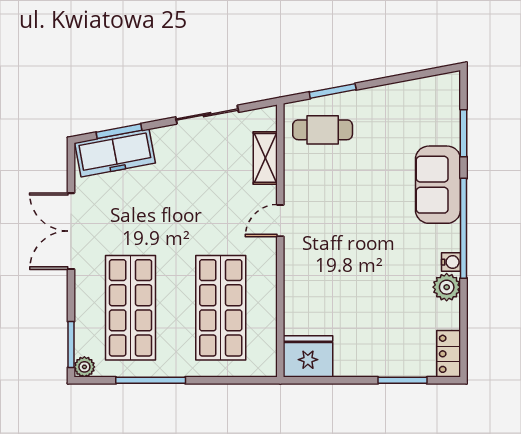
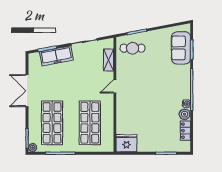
freezer: (115, 153) -> (56, 56), moved
sofa: (438, 185) -> (181, 48), moved
locker: (449, 354) -> (185, 131), moved

